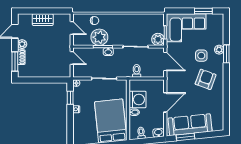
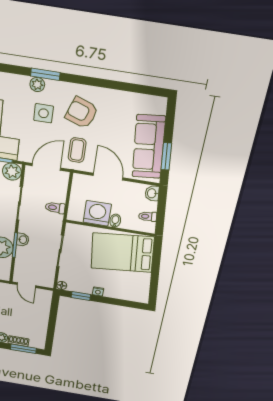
door: (72, 58) -> (26, 285), swing flipped
coffee table: (180, 80) -> (77, 150), added

